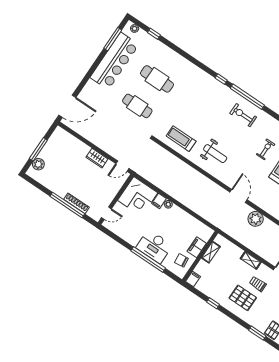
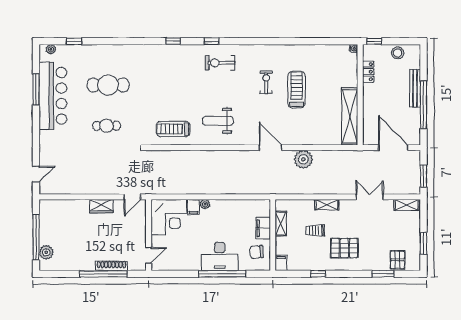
window: (113, 39) -> (36, 89), moved
window: (247, 97) -> (212, 41), width x0.32
door: (67, 106) -> (36, 174), width x0.53
cafe table: (137, 106) -> (107, 126), width x0.73, depth x0.74
window: (38, 149) -> (36, 237), width x1.46
weight bench: (215, 154) -> (218, 121), turned 180
trolley: (258, 284) -> (315, 230), moved

